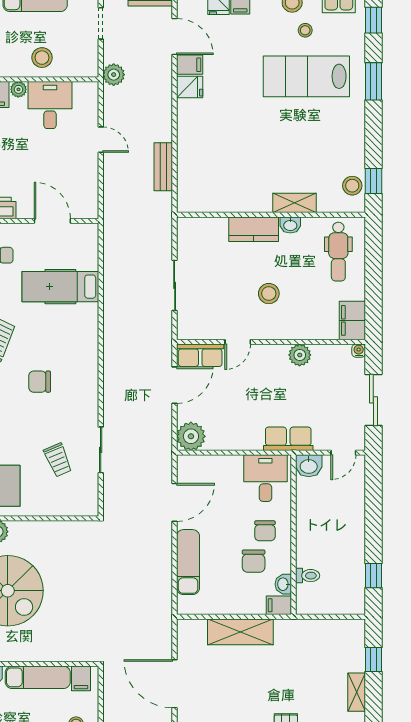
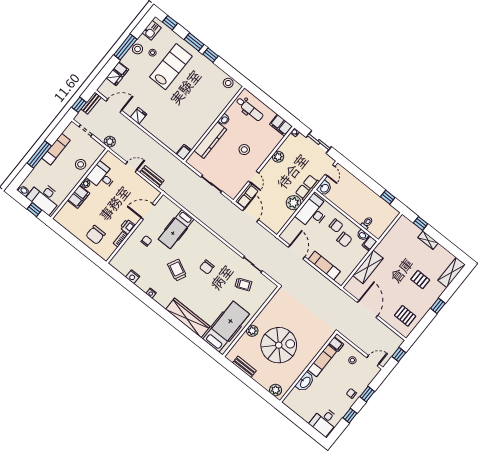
filing cabinet: (190, 65) -> (184, 152), moved
lab bench: (306, 76) -> (171, 67), turned 180
bench: (163, 167) -> (152, 176), moved
window: (373, 181) -> (210, 55), moved
shelving: (295, 203) -> (217, 111), removed
kitchen counter: (254, 229) -> (210, 140), width x1.50
plant: (191, 436) -> (294, 203), moved
desk: (265, 478) -> (313, 212), width x1.37
door: (175, 684) -> (368, 309), swing flipped

